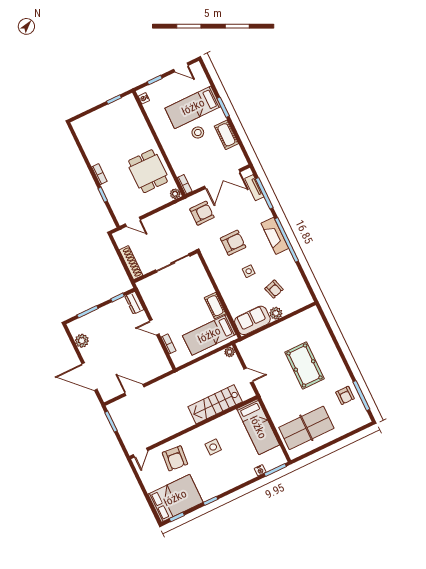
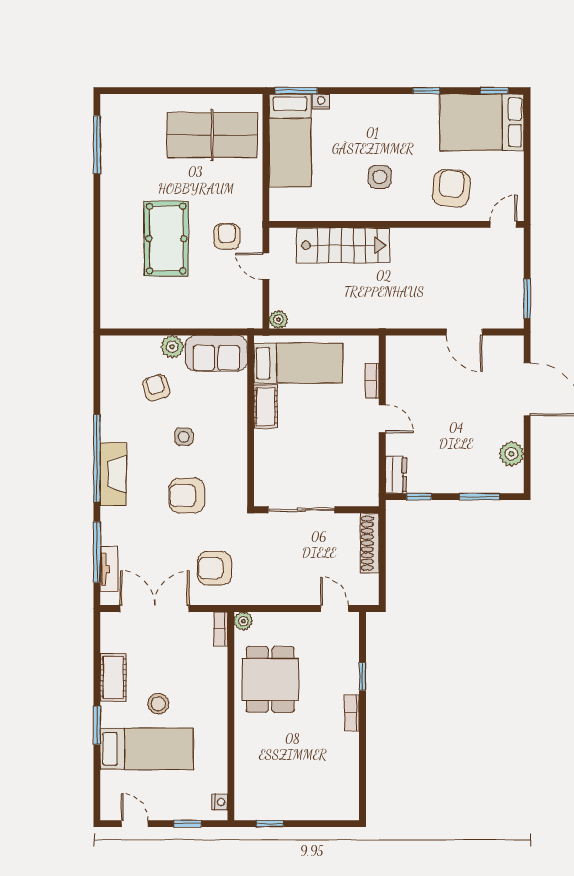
armchair: (345, 395) -> (227, 236), moved
bed: (258, 427) -> (290, 140), moved, turned 180

